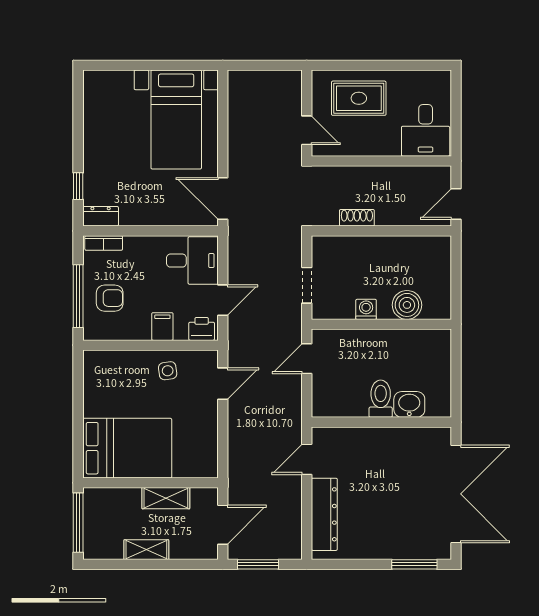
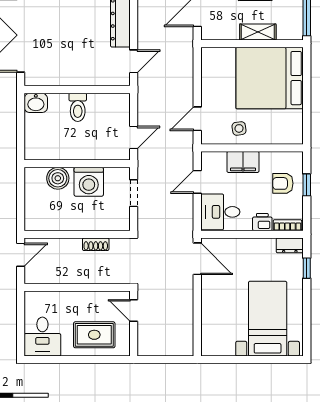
bed with nightstands: (176, 120) -> (268, 319), moved
desk: (426, 130) -> (42, 337), moved, turned 180
window: (78, 296) -> (307, 185), width x0.46
washing machine: (366, 309) -> (89, 182), width x1.89, depth x1.89
filing cabinet: (162, 327) -> (243, 162), width x2.00
printer: (202, 329) -> (262, 222), moved, turned 180
washbasin: (409, 404) -> (36, 103), moved
bed: (127, 448) -> (270, 78), width x1.36
shelving: (166, 498) -> (258, 32), moved

